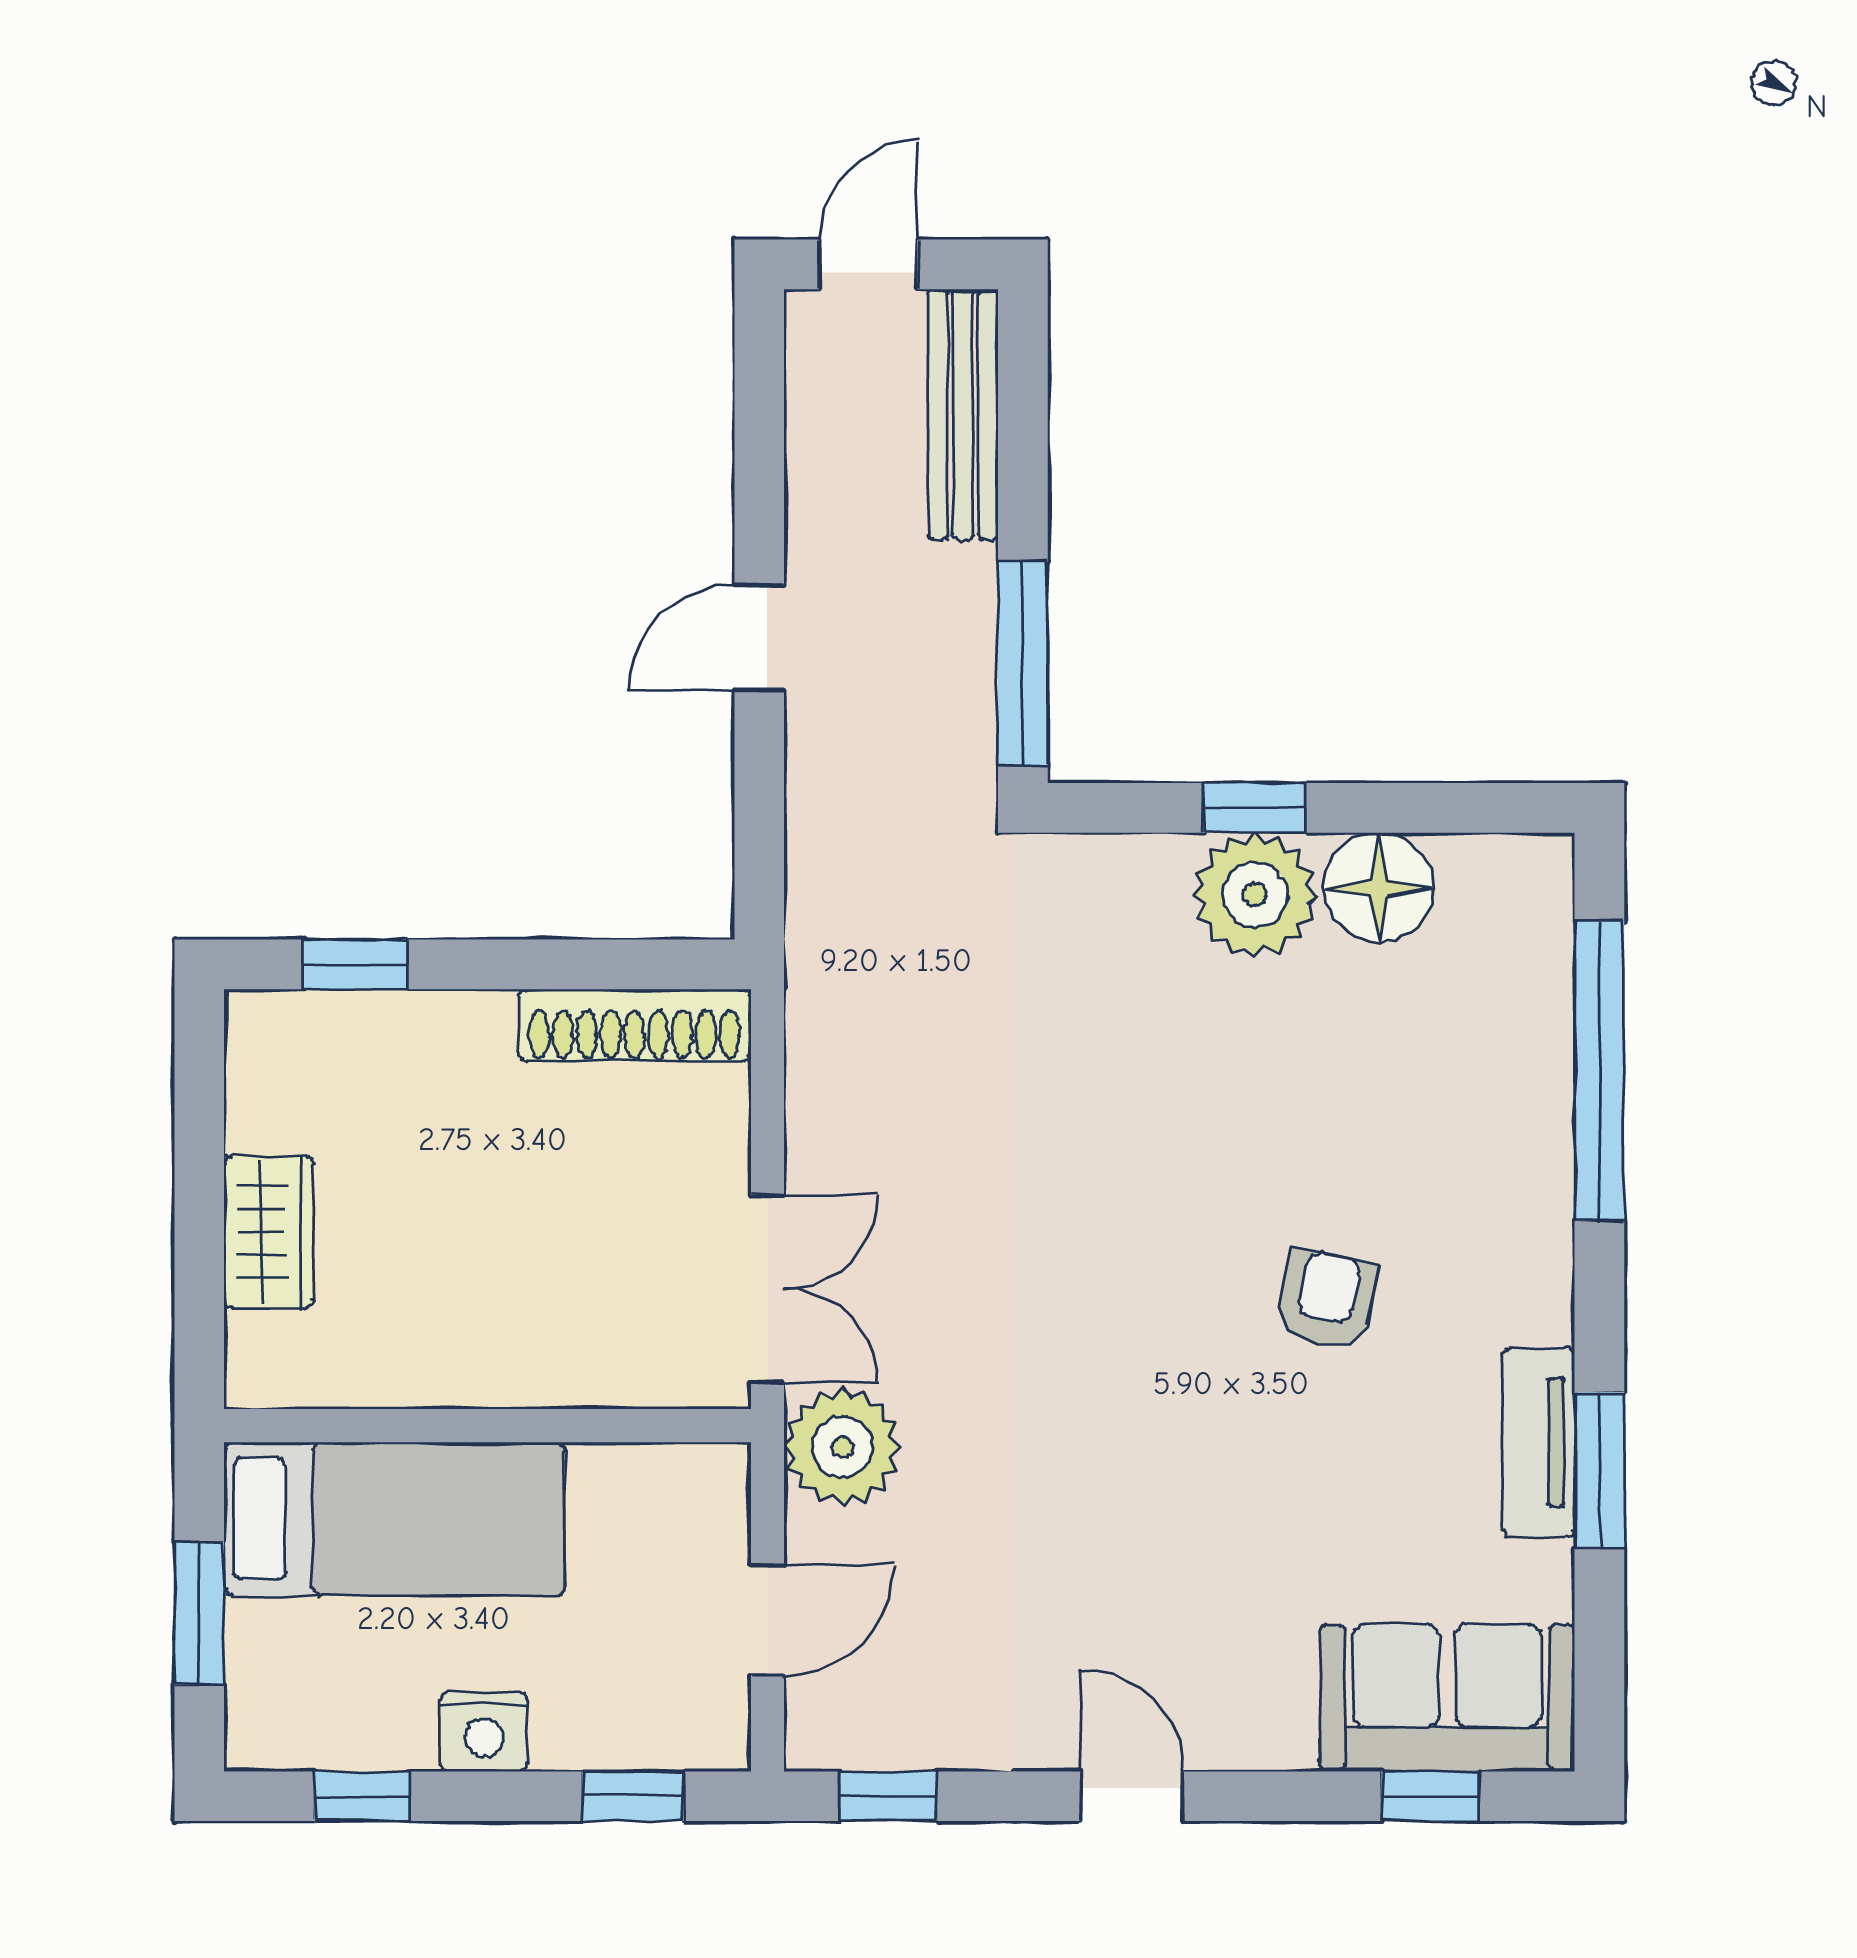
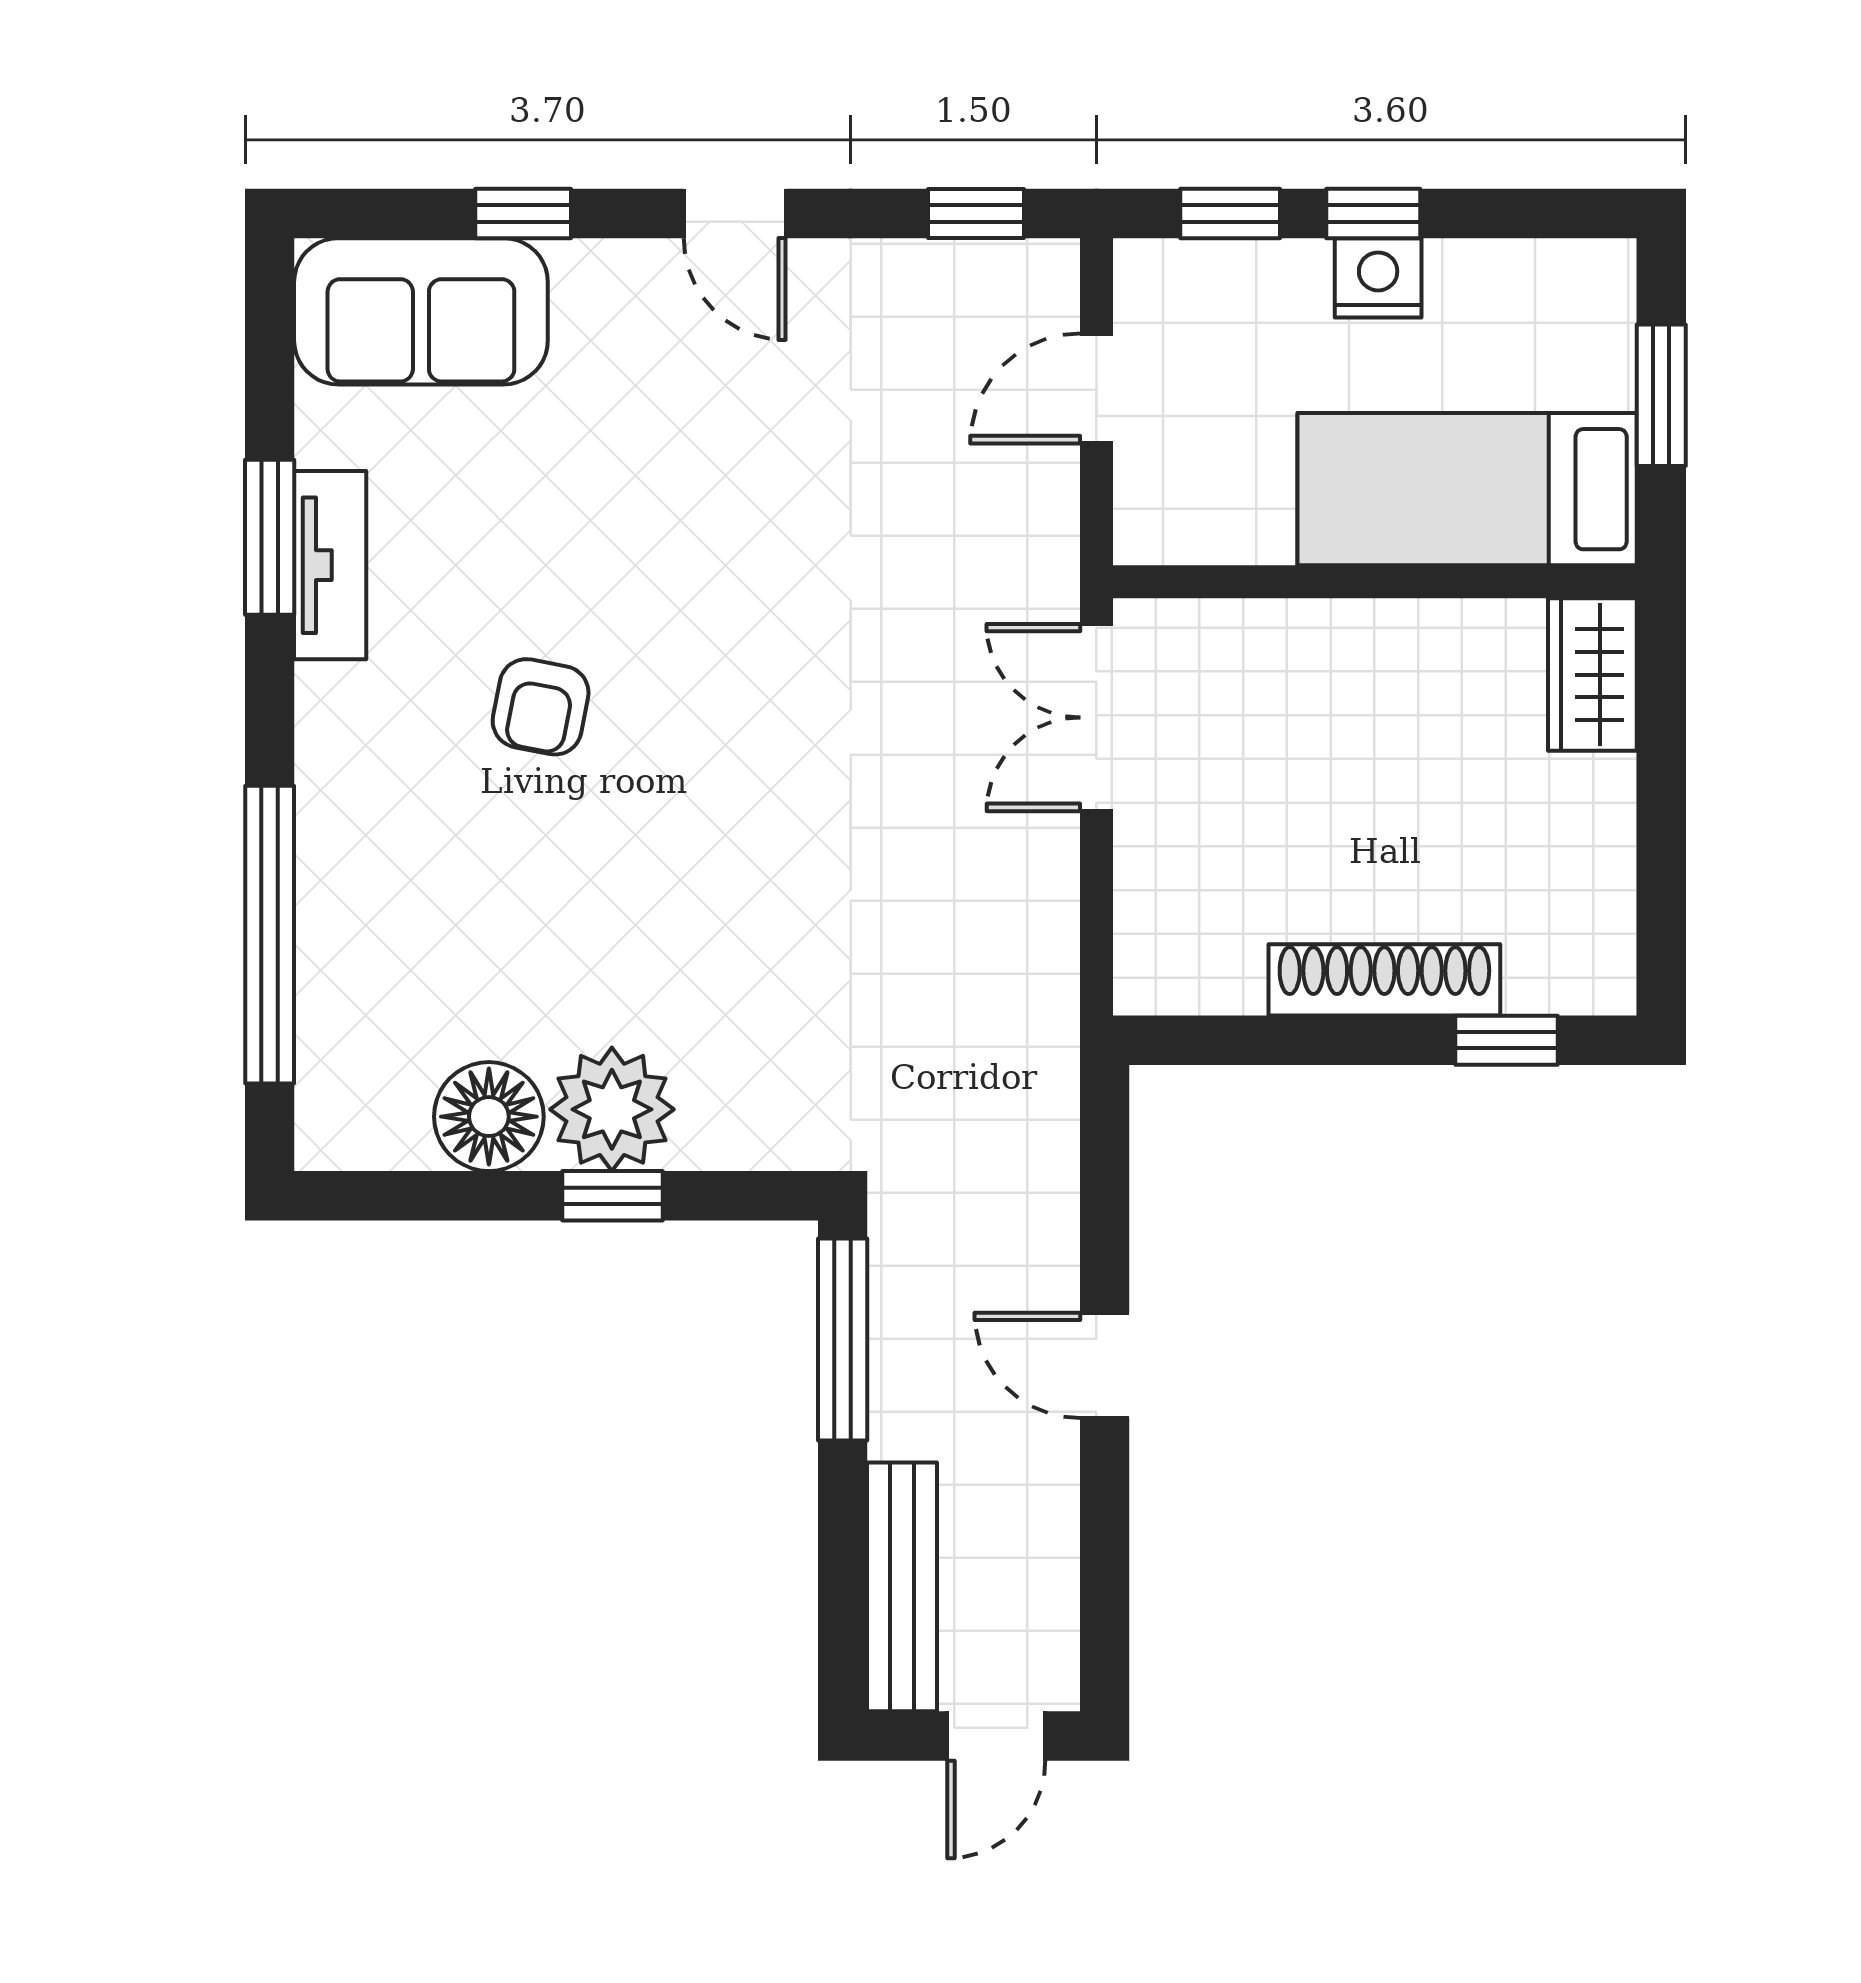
door: (759, 637) -> (1105, 1365), swing flipped
shoe rack: (635, 1025) -> (1384, 980), moved
wardrobe: (268, 1232) -> (1592, 675), moved
plant: (842, 1447) -> (1022, 560), removed
window: (362, 1796) -> (1373, 213), moved
window: (1430, 1796) -> (523, 213), moved

